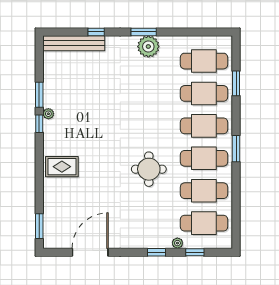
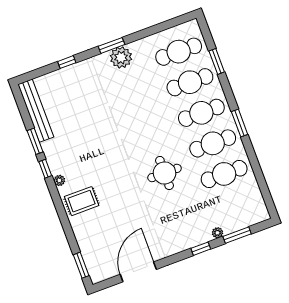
bench: (74, 43) -> (36, 111), moved, turned 90
plant: (48, 114) -> (59, 180), moved
cafe table: (204, 223) -> (235, 205), removed
window: (195, 252) -> (237, 235), width x1.50

